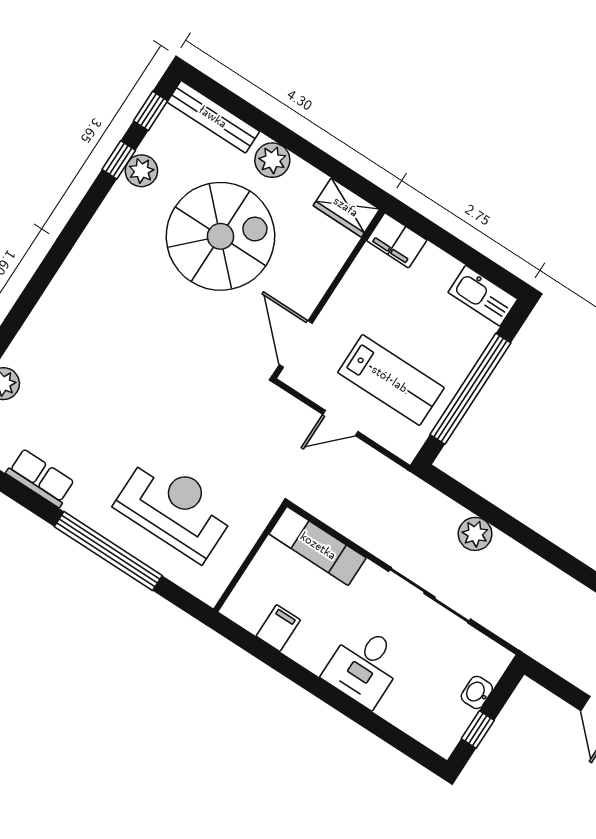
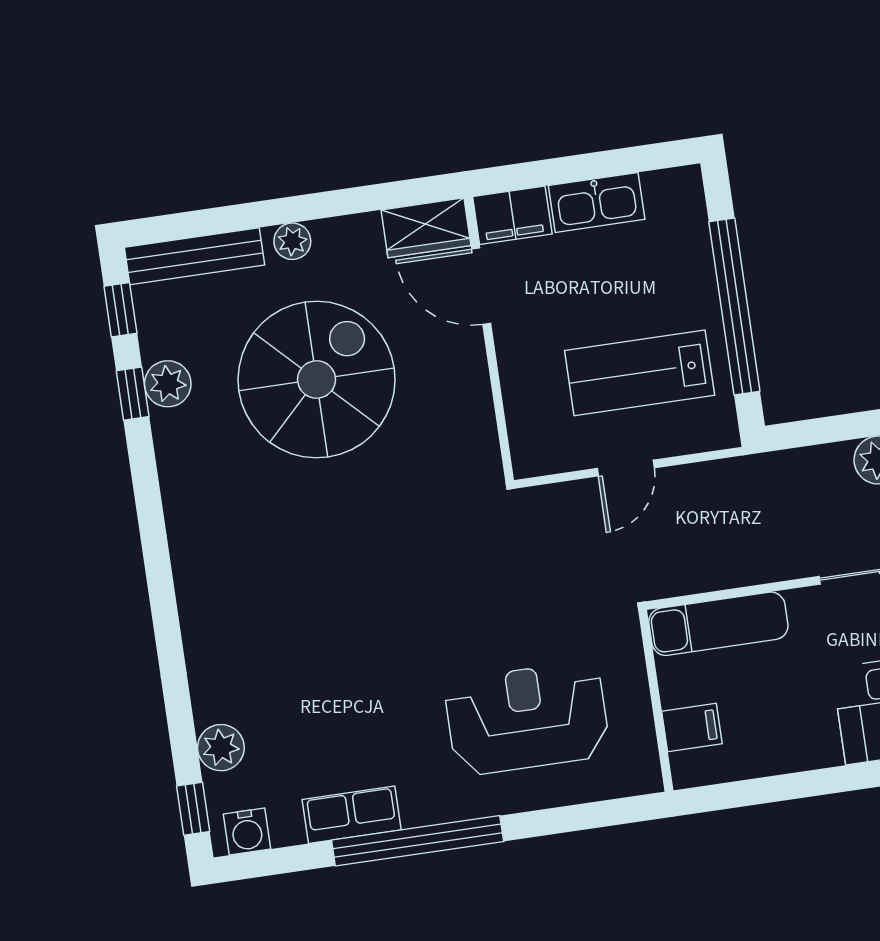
plant: (272, 160) -> (292, 241), width x0.73, depth x0.73
kitchen sink: (483, 296) -> (597, 202), moved
door: (296, 344) -> (481, 286), moved
lab bench: (391, 380) -> (640, 373), turned 180
window: (108, 551) -> (418, 841), moved
filing cabinet: (278, 628) -> (692, 728), moved, turned 90

